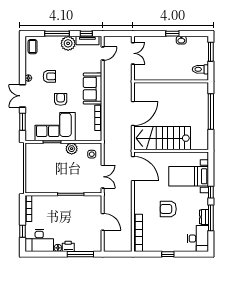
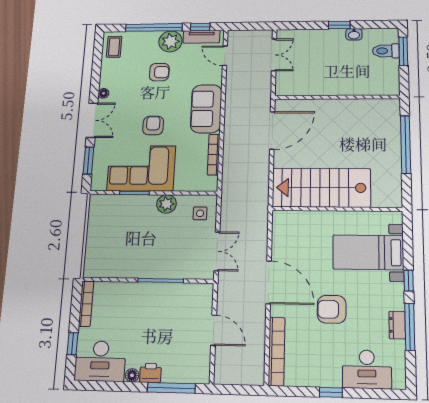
window: (57, 34) -> (154, 27), width x1.46
door: (103, 54) -> (225, 56), swing flipped
toilet: (200, 69) -> (386, 51), moved
armchair: (49, 76) -> (159, 72), moved
double door: (23, 96) -> (92, 120), swing flipped
door: (133, 114) -> (272, 130), moved
door: (133, 169) -> (269, 282), moved
desk: (198, 239) -> (367, 369), moved, turned 90

